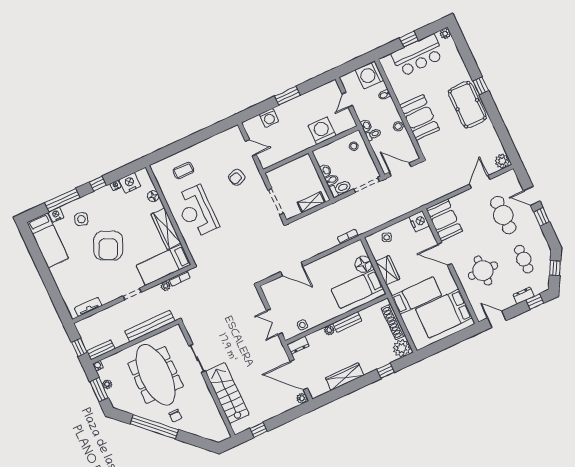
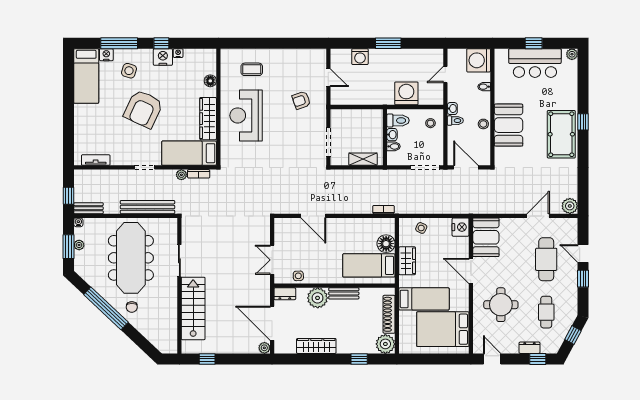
nightstand: (130, 183) -> (163, 57), moved
toilet: (340, 188) -> (398, 120), moved
plant: (329, 330) -> (318, 298), width x1.87, depth x1.87

